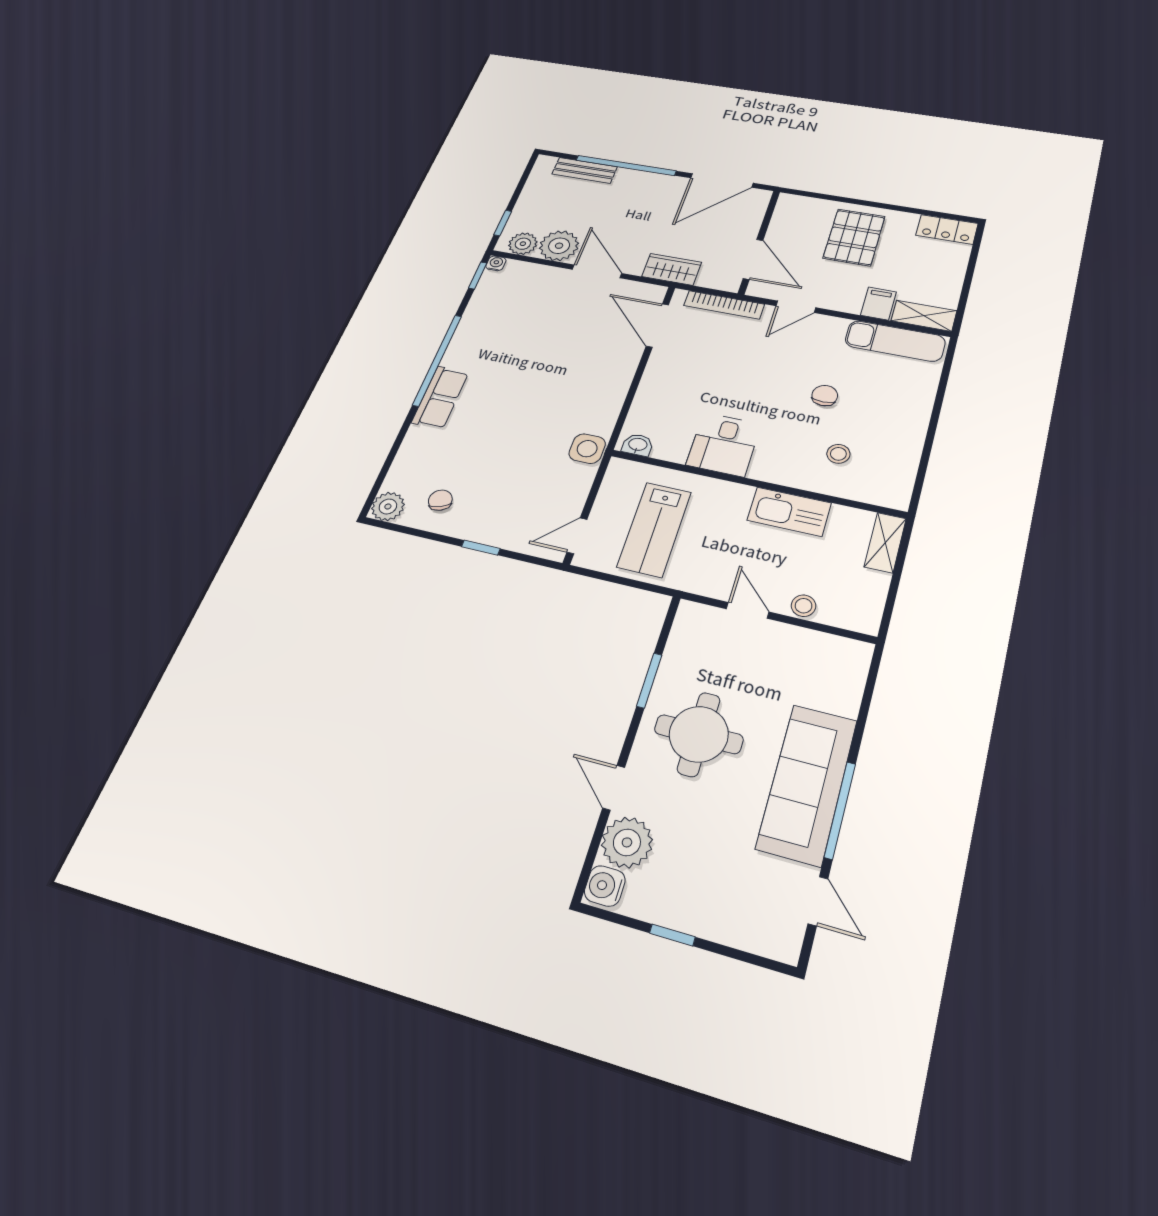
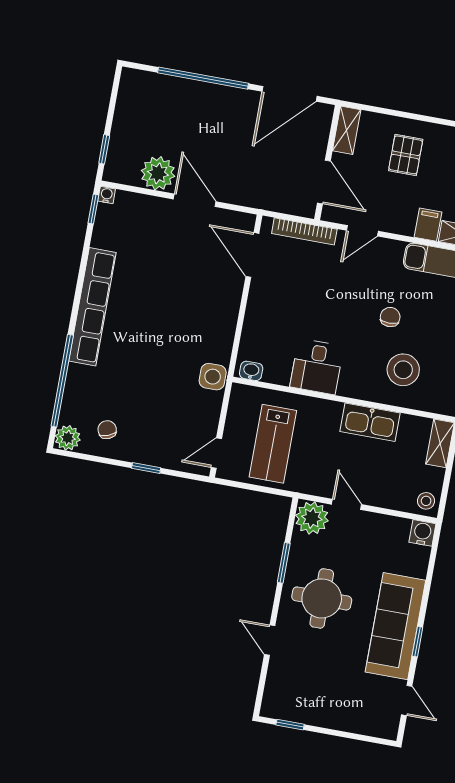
bench: (585, 170) -> (167, 85), removed
shelving: (785, 213) -> (347, 130), added
pallet: (854, 237) -> (406, 155), width x0.67, depth x0.71
plant: (523, 244) -> (126, 172), removed
wardrobe: (672, 269) -> (257, 196), removed
window: (437, 360) -> (62, 381), moved
row of seats: (440, 397) -> (92, 307), width x2.02
stool: (838, 454) -> (403, 370), width x1.89, depth x1.89
stool: (804, 606) -> (426, 501), moved
window: (840, 810) -> (417, 642), width x0.46
plant: (627, 842) -> (312, 518), moved
water cooler: (605, 886) -> (422, 533), moved, turned 90
window: (672, 935) -> (290, 725), moved

